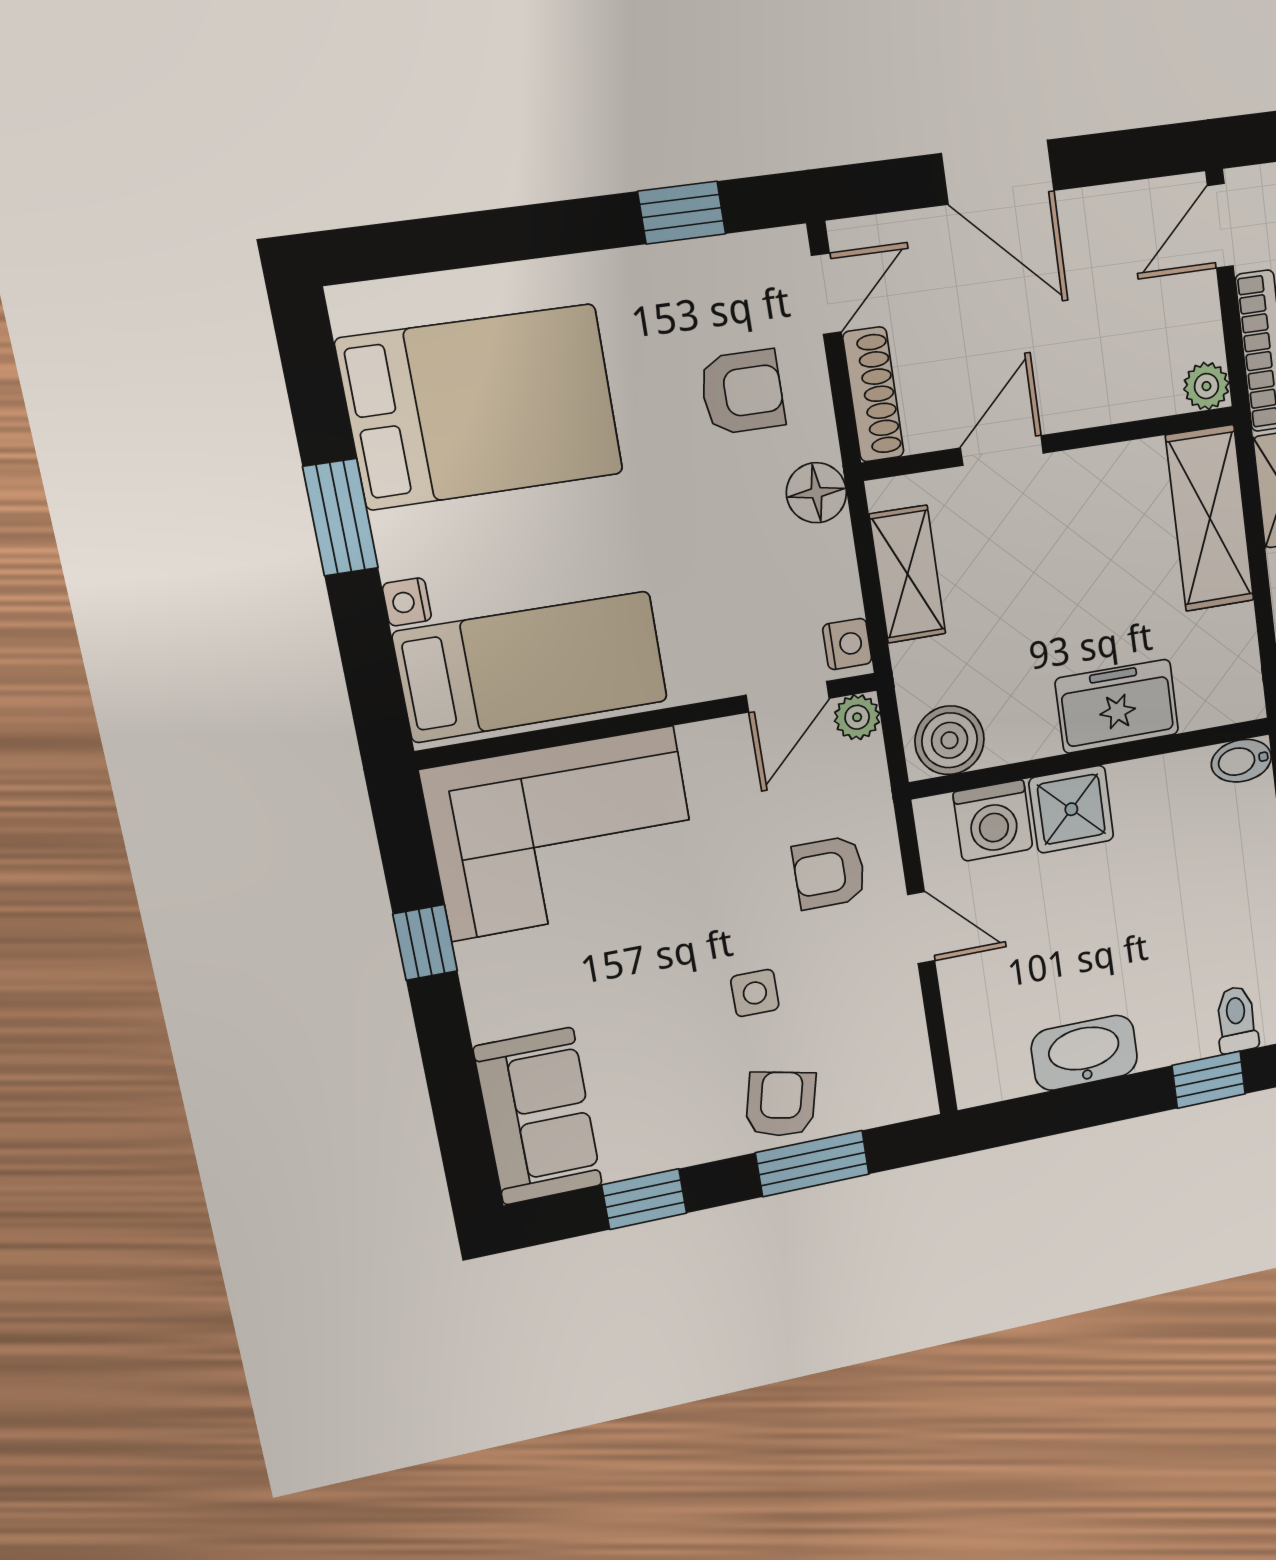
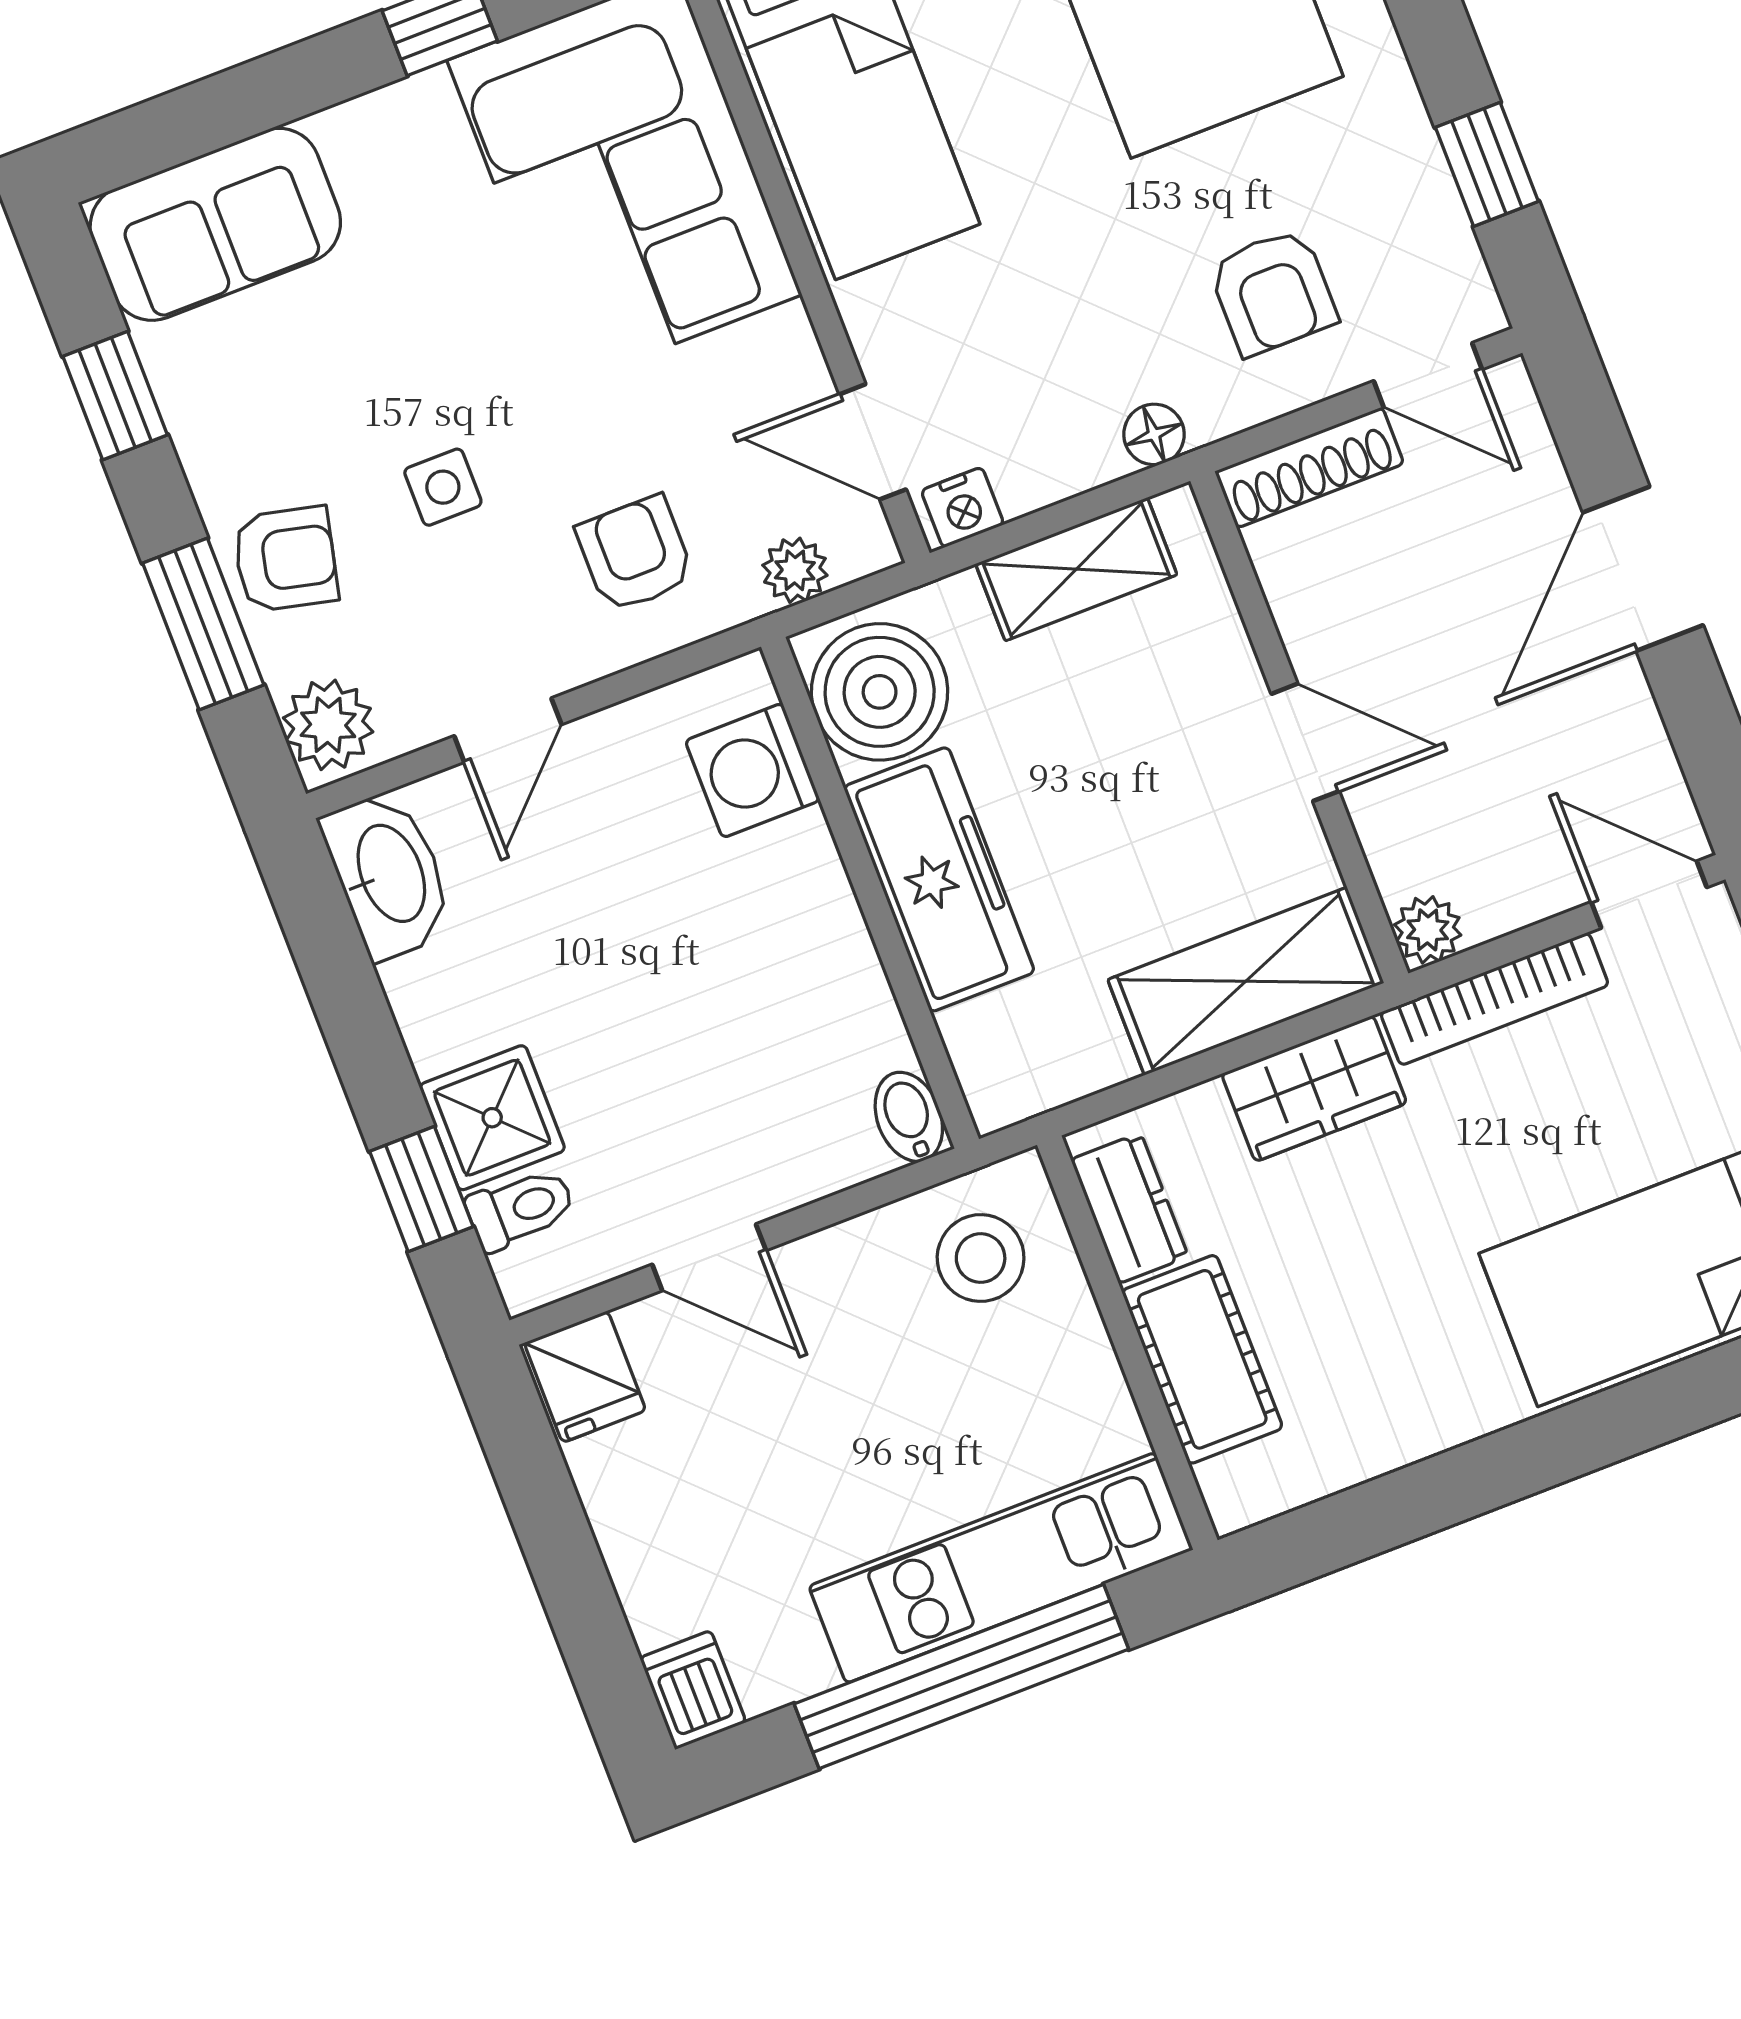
door: (1002, 451) -> (1305, 742), moved
floor lamp: (816, 493) -> (1154, 434), width x0.73, depth x0.73
freezer: (1117, 706) -> (939, 879), width x1.40
plant: (857, 717) -> (795, 570), moved
boiler: (950, 740) -> (880, 692), width x1.37, depth x1.37
shower: (1071, 809) -> (492, 1118), moved
door: (921, 928) -> (508, 730), moved
washbasin: (1084, 1053) -> (389, 874), moved
plant: (898, 1093) -> (328, 725), added

